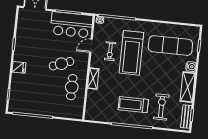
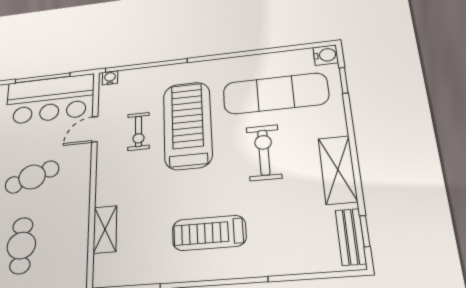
treadmill: (131, 53) -> (188, 125), turned 180
water cooler: (191, 67) -> (326, 55), moved
shelving: (93, 79) -> (105, 229), moved
cafe table: (72, 87) -> (21, 245), moved
exercise bike: (161, 107) -> (264, 152), moved

